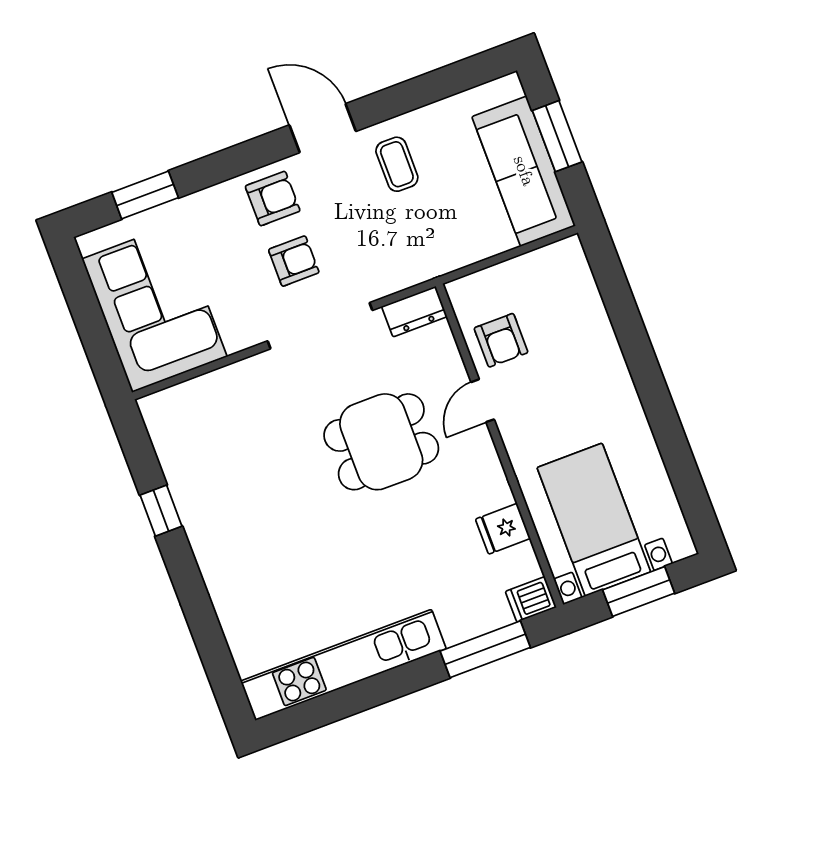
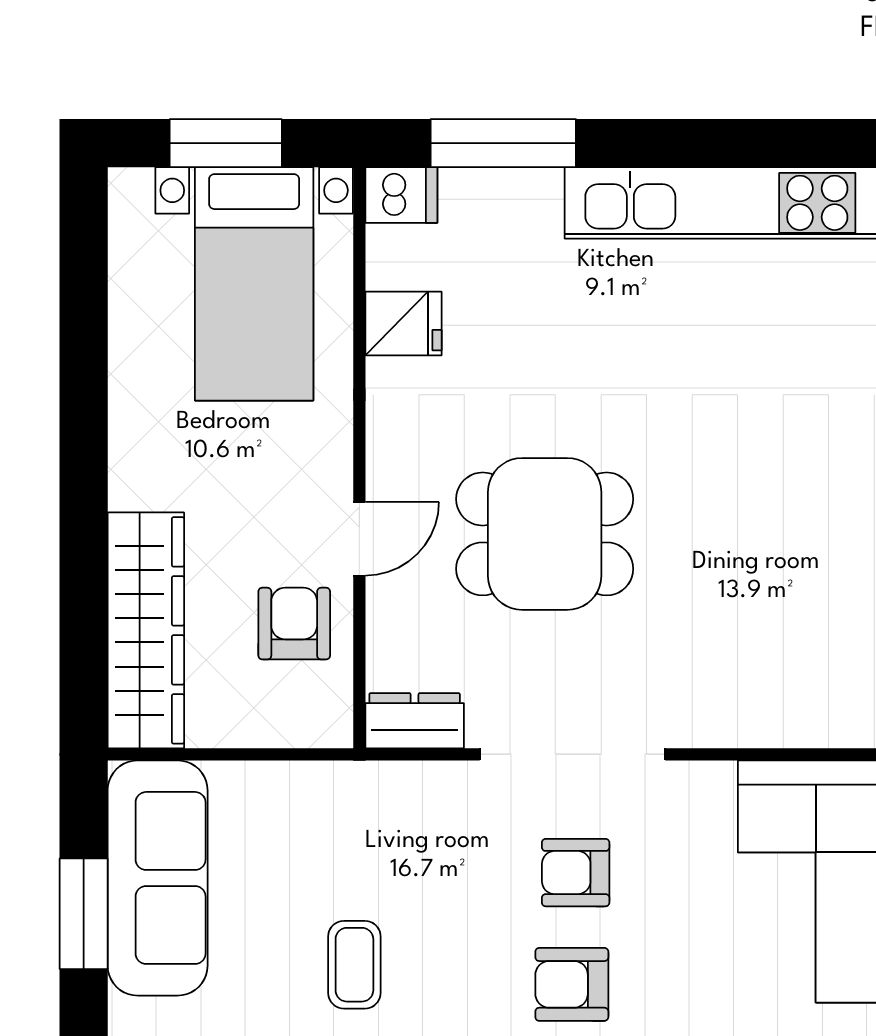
wardrobe: (582, 306) -> (146, 630), added

